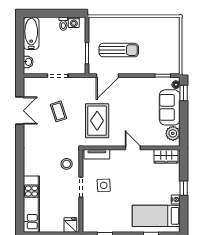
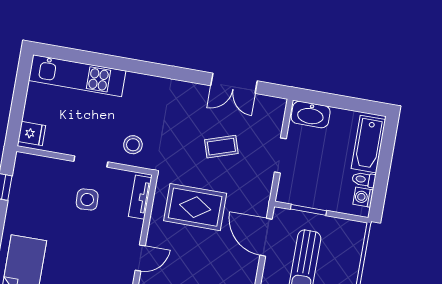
bathtub: (31, 33) -> (368, 144), moved, turned 90
washbasin: (28, 62) -> (311, 115), width x1.91, depth x1.45

